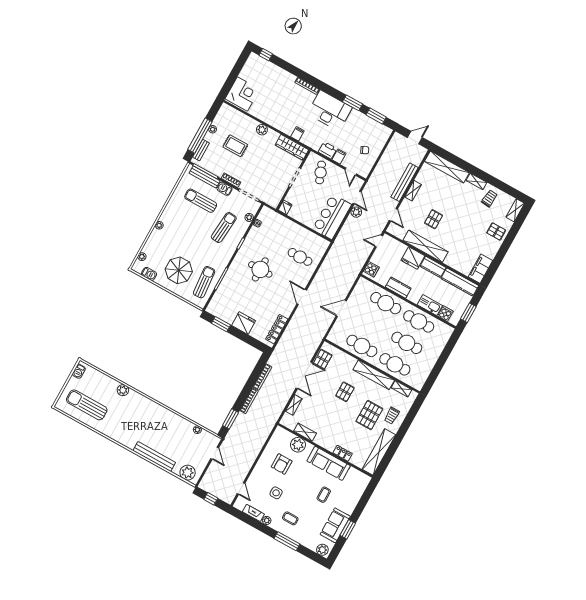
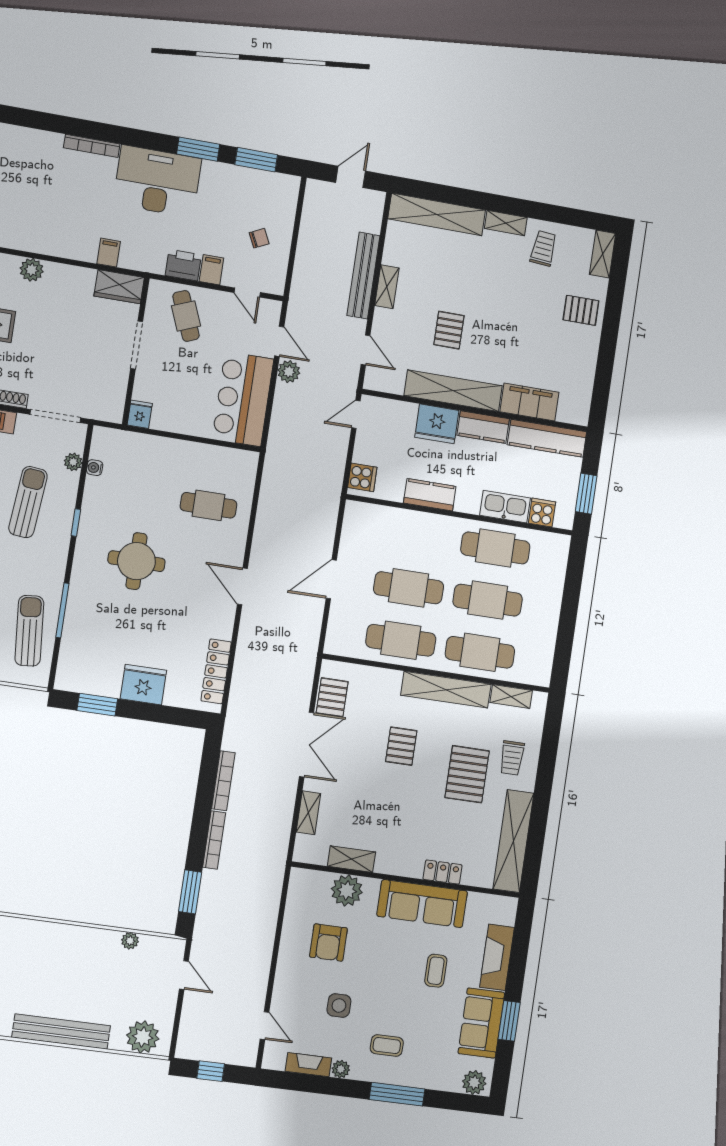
wardrobe: (292, 147) -> (119, 287), width x0.67
filing cabinet: (480, 269) -> (530, 402), moved, turned 90
cafe table: (386, 303) -> (409, 588), moved
fireplace: (353, 500) -> (497, 957), added

